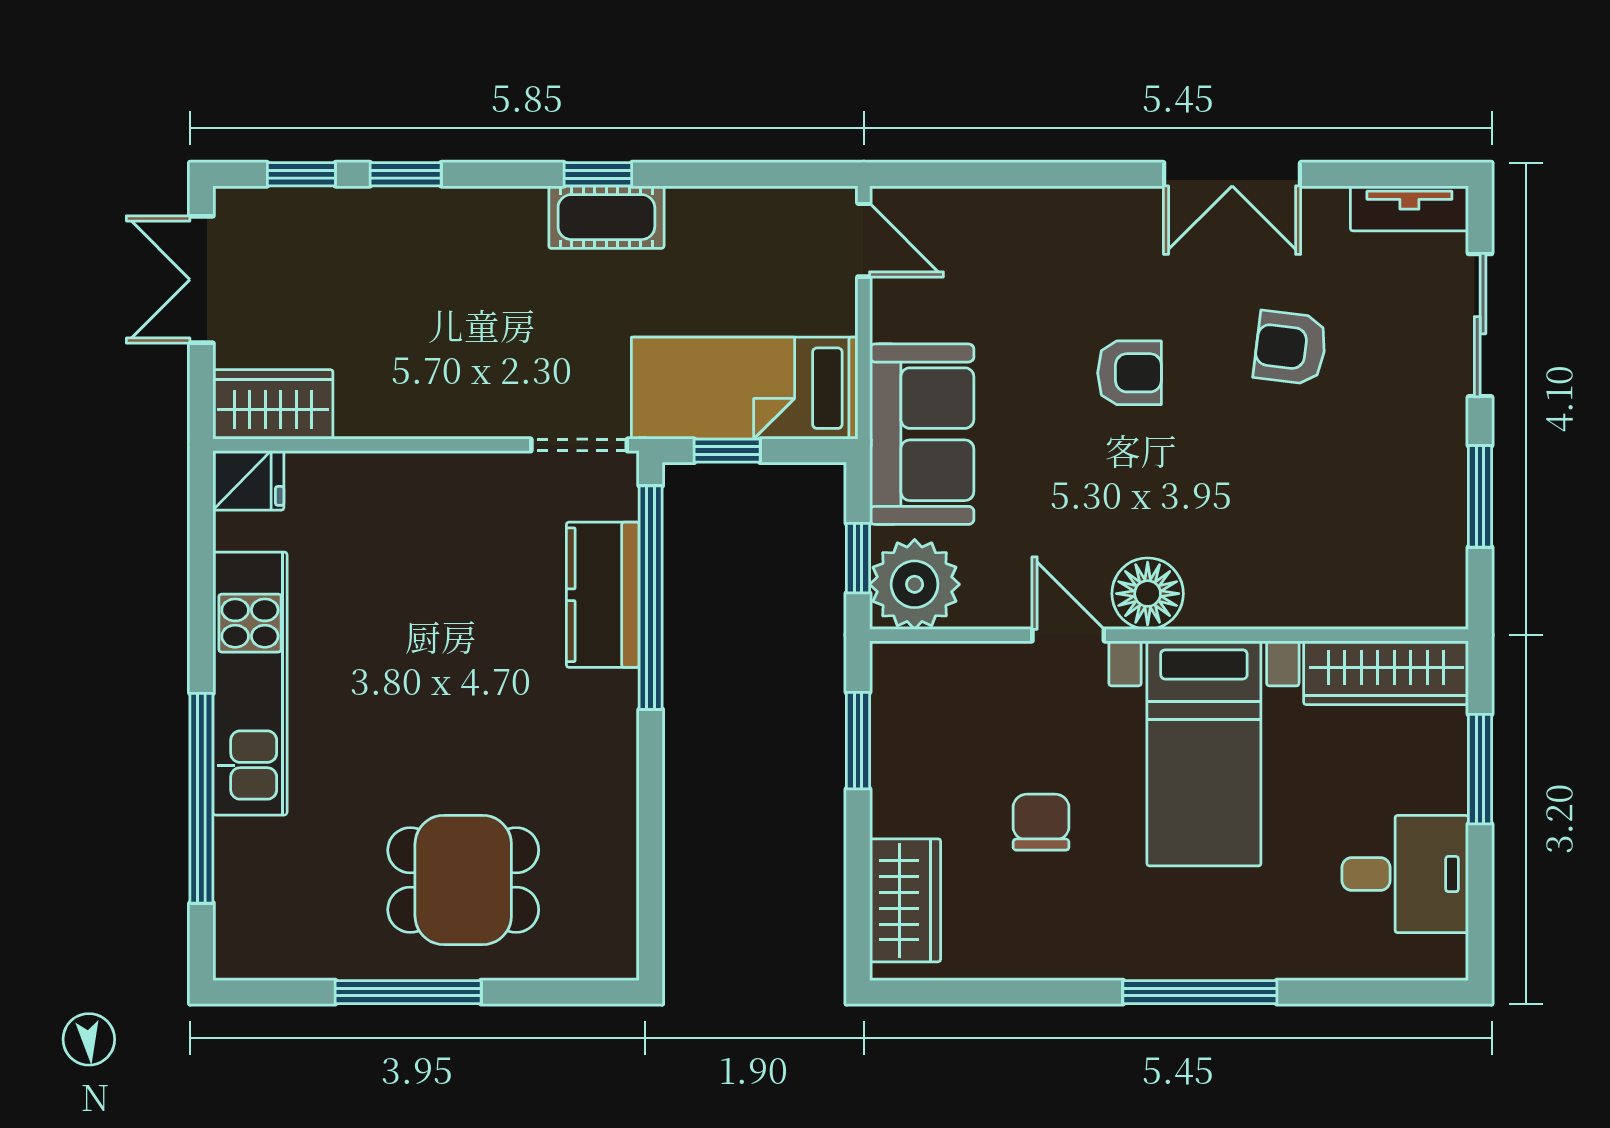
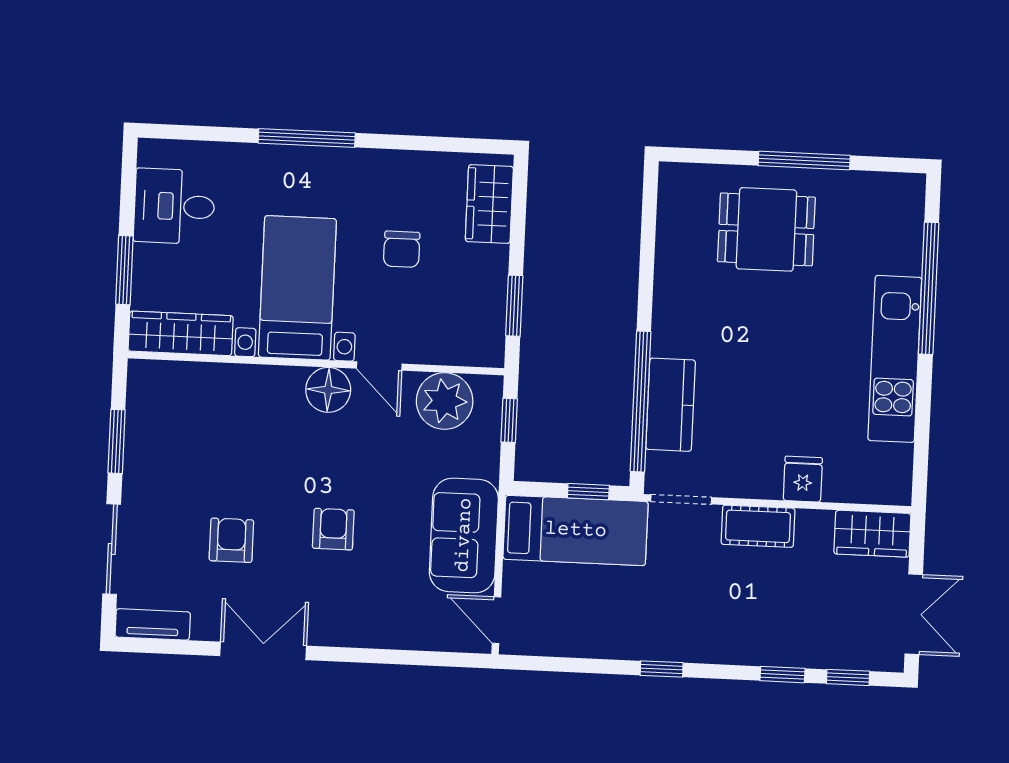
cot: (606, 217) -> (758, 526), moved
armchair: (1290, 348) -> (231, 540), turned -97
armchair: (1129, 373) -> (333, 529), turned 90
sofa: (922, 434) -> (464, 535), moved
fridge: (248, 480) -> (803, 479), moved, turned 90
plant: (915, 584) -> (445, 401), moved

